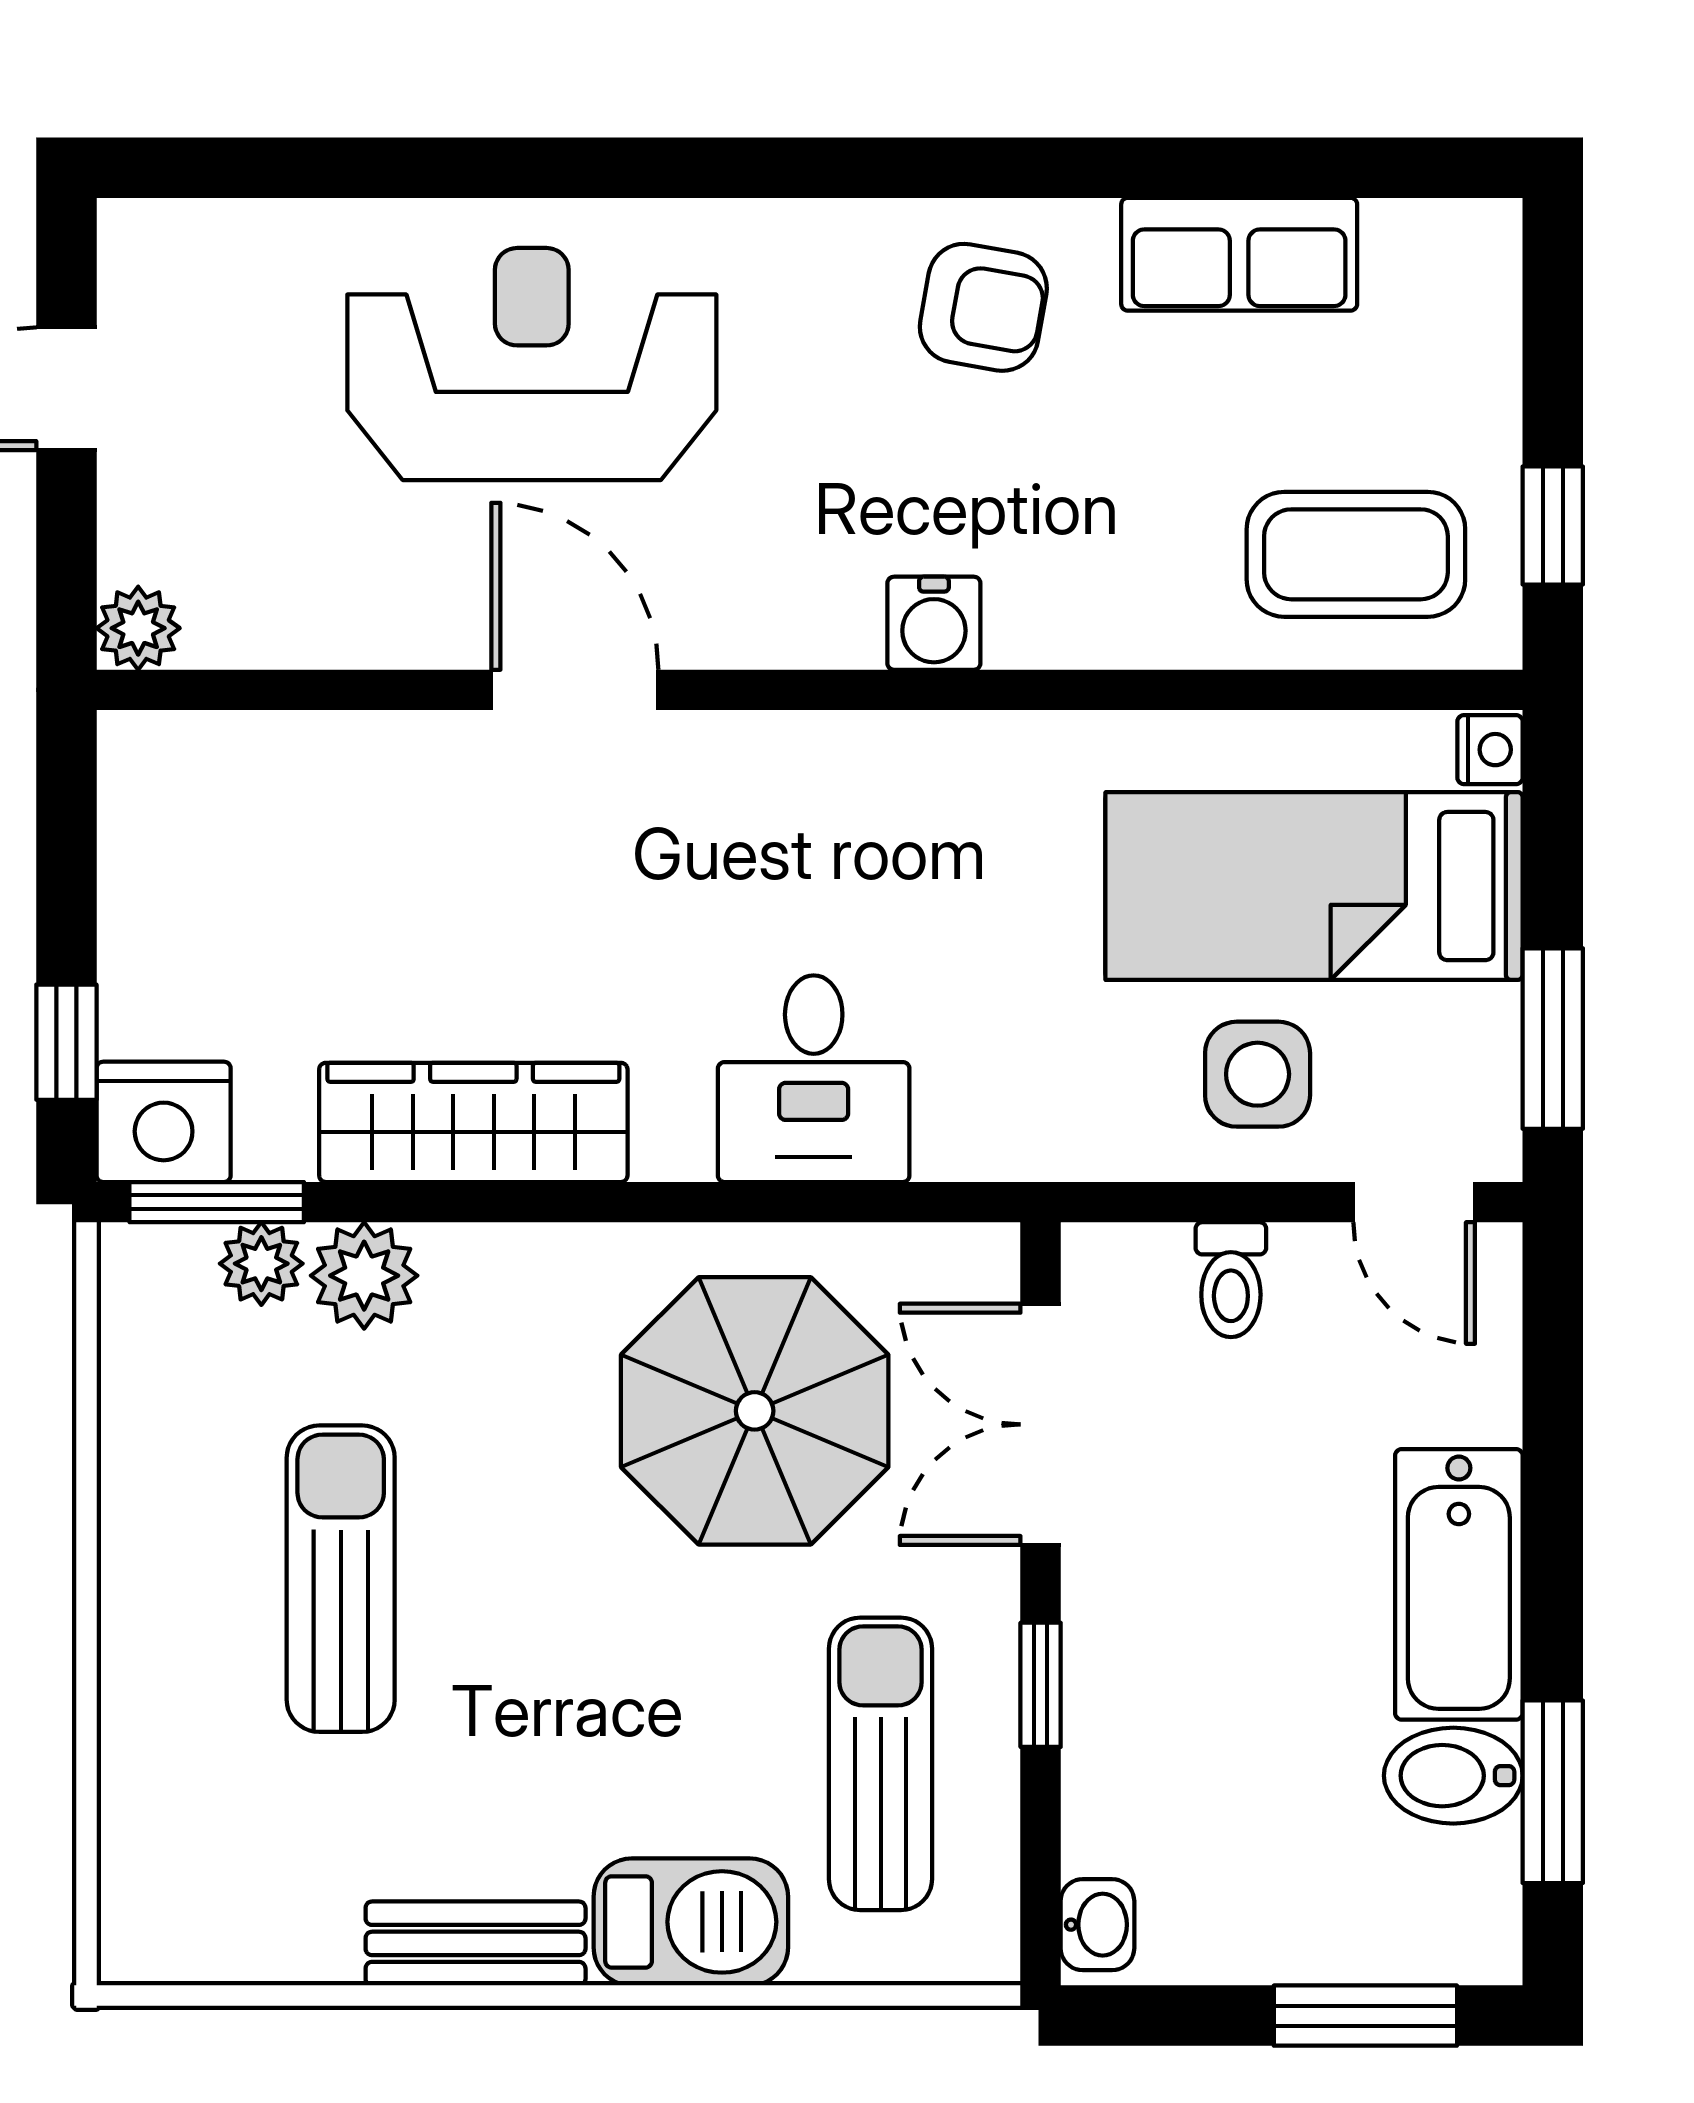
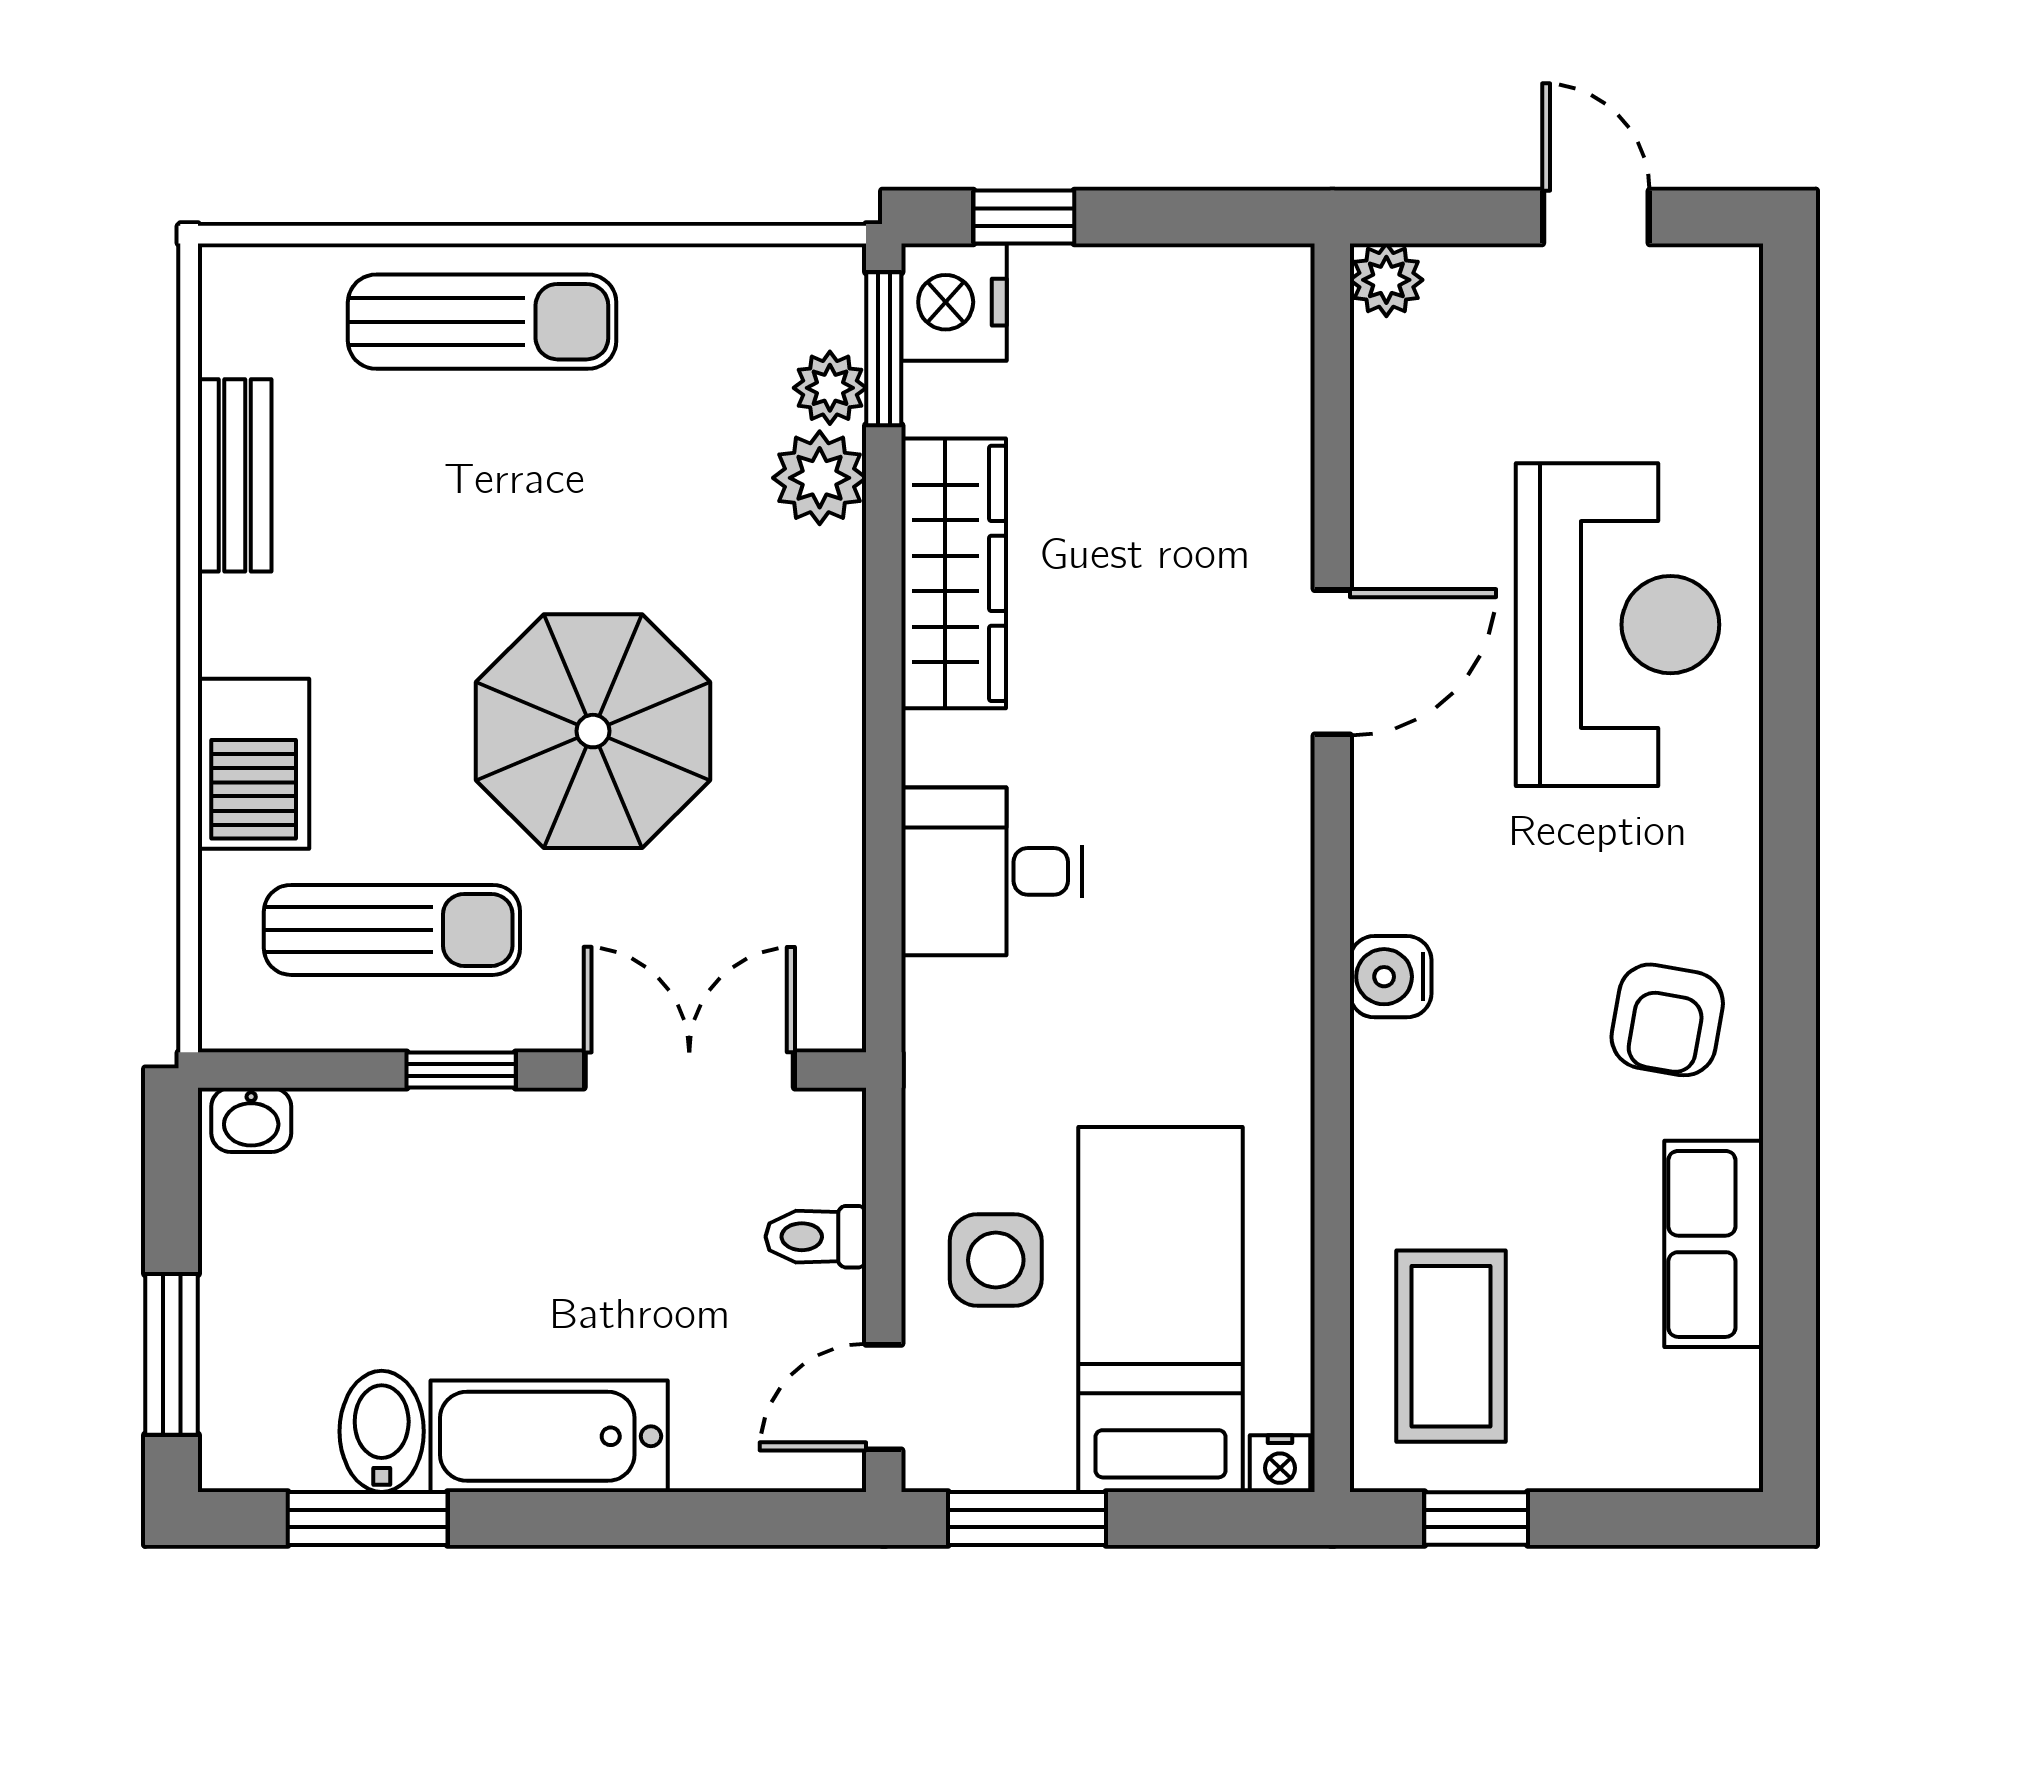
parasol: (755, 1411) -> (593, 731), moved
sun lounger: (341, 1579) -> (482, 322), moved
bench: (476, 1943) -> (235, 475), moved

